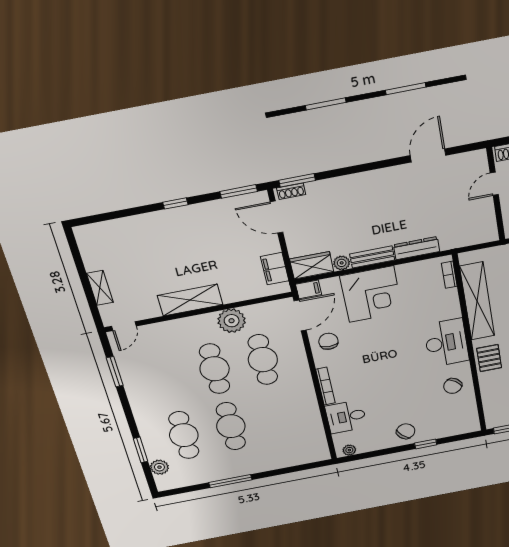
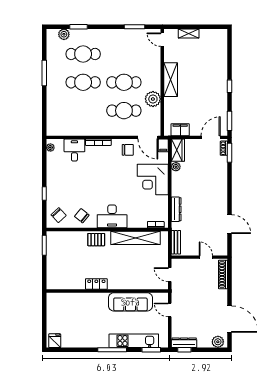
bench: (372, 257) -> (176, 242), moved
chair: (406, 431) -> (59, 215), moved

